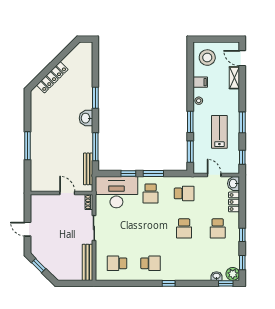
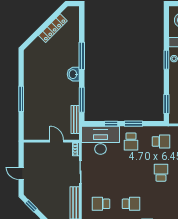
locker: (52, 77) -> (53, 28), moved
window: (95, 98) -> (82, 56), width x1.44
window: (190, 122) -> (166, 60), moved
school desk: (184, 228) -> (161, 173), turned 180

